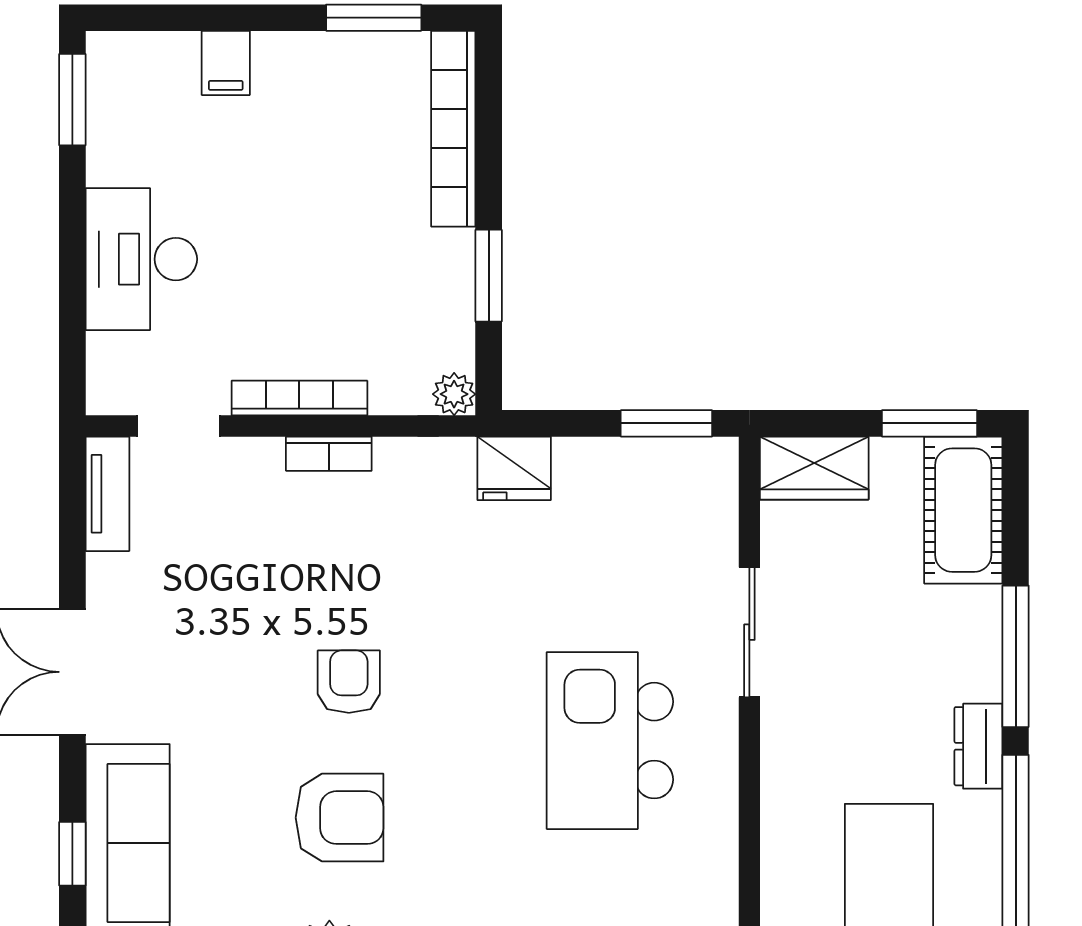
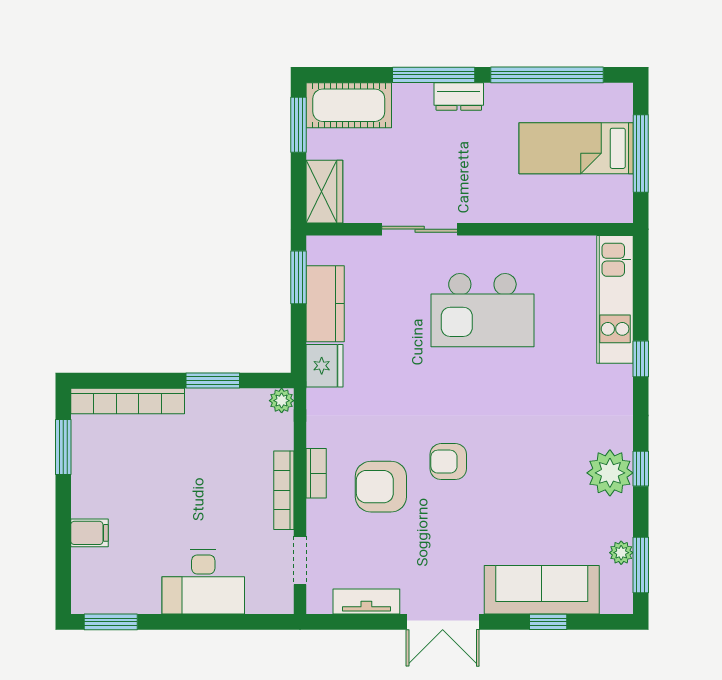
kitchen counter: (621, 469) -> (325, 304), added
tv unit: (107, 494) -> (366, 602), moved
dresser: (978, 746) -> (459, 96), moved
armchair: (339, 818) -> (381, 487), moved, turned -90

